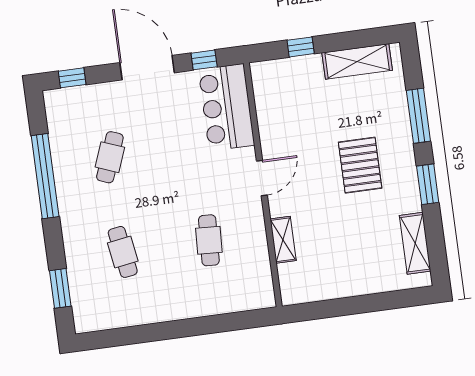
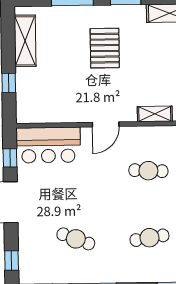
pallet: (360, 165) -> (105, 48), turned 90
door: (262, 178) -> (106, 124), swing flipped

